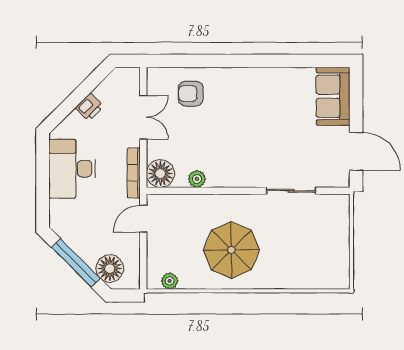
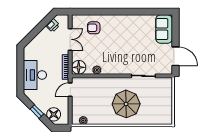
printer: (89, 107) -> (53, 25), moved
desk: (72, 169) -> (35, 75), moved
parasol: (231, 250) -> (126, 104), moved
window: (76, 263) -> (37, 112), width x0.46

